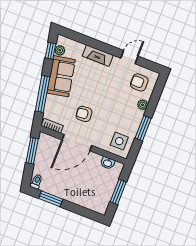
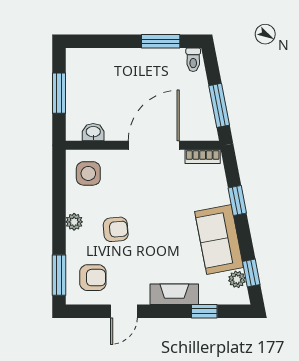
window: (85, 40) -> (204, 311), added
window: (43, 94) -> (237, 201), width x0.46
plant: (143, 105) -> (74, 222), moved
armchair: (84, 114) -> (116, 229), moved
window: (143, 128) -> (59, 275), moved

